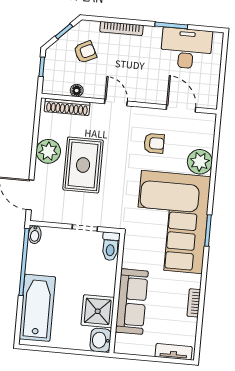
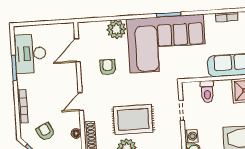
washing machine: (50, 235) -> (191, 136), added
toilet: (111, 246) -> (207, 92), moved, turned 90

